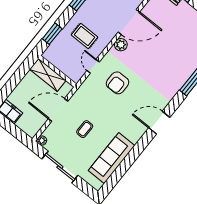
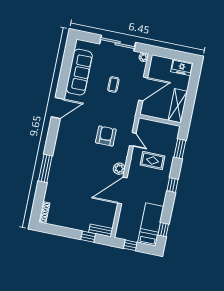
shelving: (48, 75) -> (178, 106), moved, turned 90
door: (159, 123) -> (58, 108), moved

